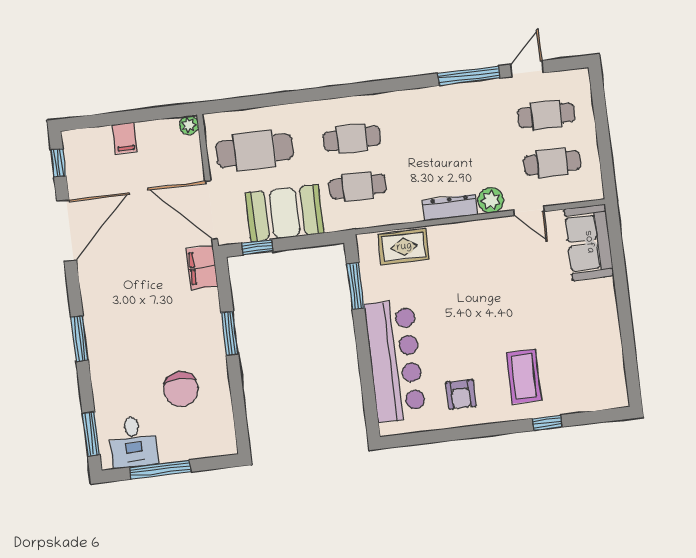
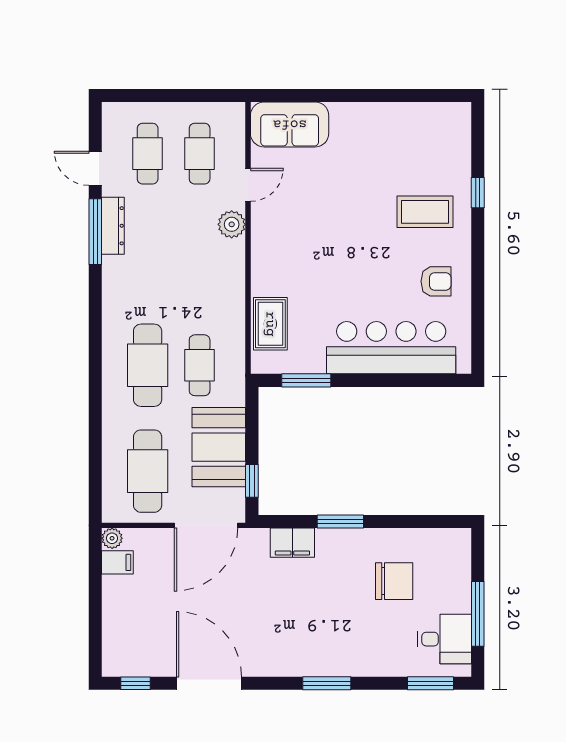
filing cabinet: (125, 138) -> (117, 562), moved
cafe table: (352, 139) -> (148, 365), width x1.37, depth x1.35
dresser: (450, 207) -> (113, 226), moved, turned 180
filing cabinet: (202, 268) -> (292, 543), moved

